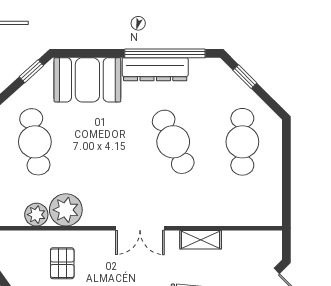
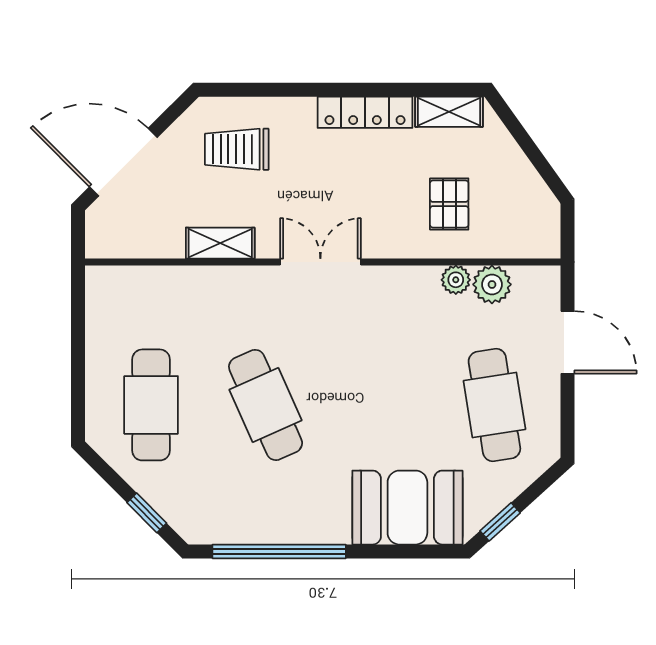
dresser: (155, 69) -> (295, 525), removed
plant: (66, 210) -> (456, 280), width x0.53, depth x0.53

